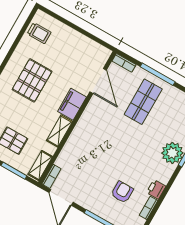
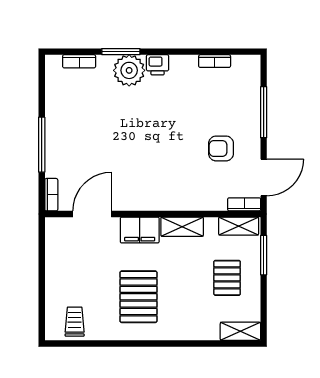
pallet: (32, 80) -> (138, 297), turned 90
shop shelf: (143, 102) -> (86, 143), removed
printer: (156, 189) -> (158, 65), moved
armchair: (122, 192) -> (221, 148), moved

